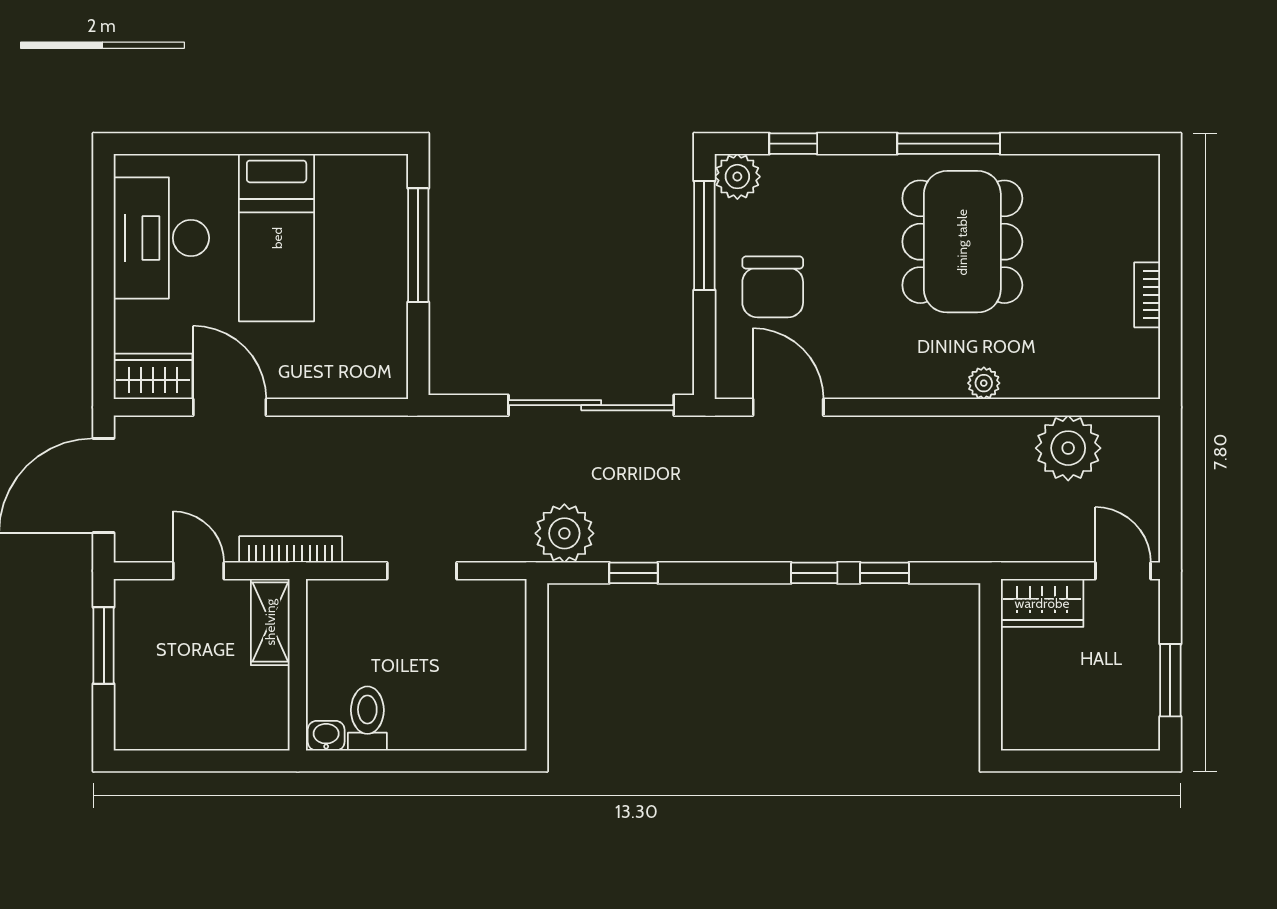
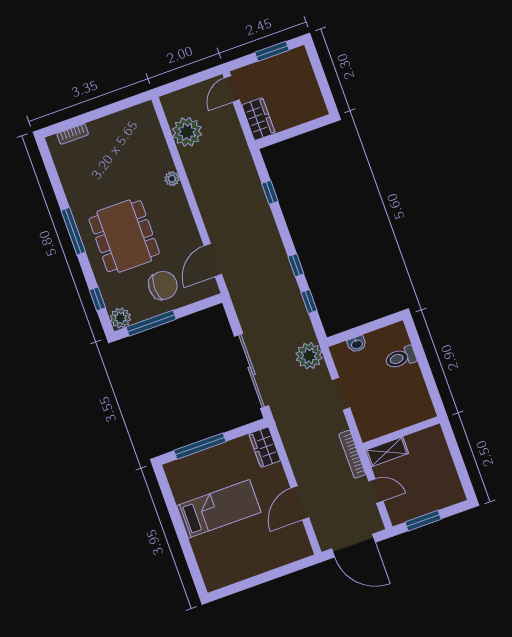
desk: (161, 238) -> (237, 559), removed
dining table: (962, 242) -> (124, 236), moved, turned 90
bookcase: (1147, 295) -> (73, 134), moved
wardrobe: (153, 376) -> (265, 447), moved
sliding door: (591, 405) -> (252, 371), moved
plant: (564, 533) -> (309, 356), moved
door: (198, 571) -> (376, 491), swing flipped
window: (814, 573) -> (296, 265), moved
toilet: (367, 719) -> (401, 358), moved
washbasin: (326, 736) -> (357, 344), moved, turned -90

